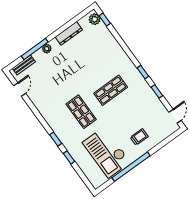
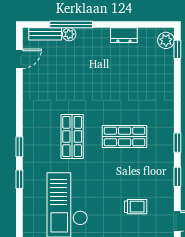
dresser: (69, 33) -> (124, 35), width x0.70
plant: (47, 49) -> (69, 34), moved
trolley: (139, 137) -> (136, 207), moved

